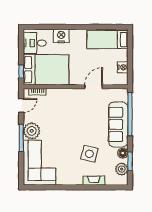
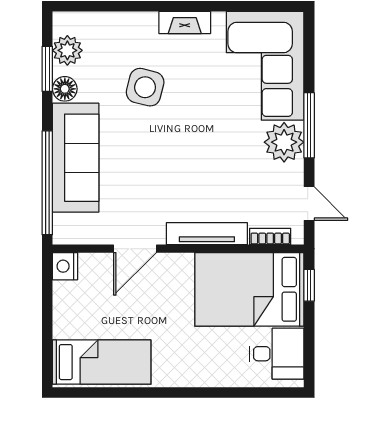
nightstand: (61, 36) -> (213, 371), removed
nightstand: (123, 67) -> (65, 266), moved
tv unit: (64, 93) -> (207, 234), added
door: (21, 105) -> (309, 204), swing flipped
fireplace: (94, 181) -> (185, 22), moved

